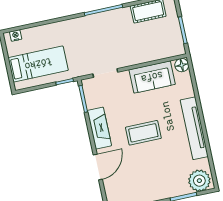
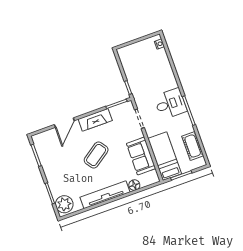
desk: (92, 32) -> (170, 104), added
bed: (38, 64) -> (165, 156), moved, turned 180
floor lamp: (182, 65) -> (134, 185), moved
coffee table: (143, 133) -> (96, 155), turned 55
door: (98, 167) -> (64, 123), hinge flipped

